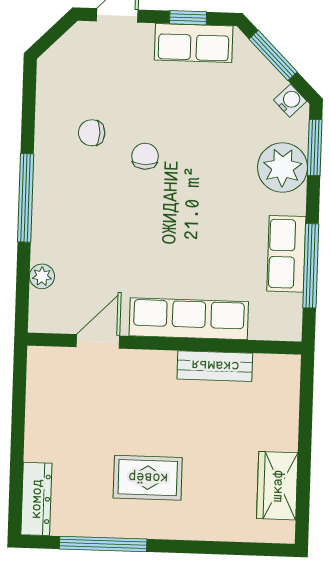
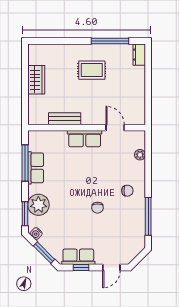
chair: (92, 133) -> (127, 191), moved
window: (26, 198) -> (148, 216), moved
row of seats: (189, 319) -> (85, 139), width x0.68
door: (98, 341) -> (115, 128), swing flipped
wardrobe: (277, 486) -> (36, 80), moved
dresser: (36, 499) -> (139, 55), width x0.70

